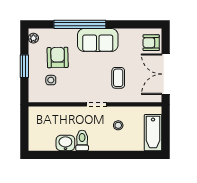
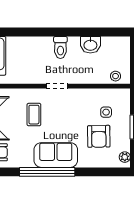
window: (80, 24) -> (47, 172), moved
stool: (118, 125) -> (116, 76), moved
toilet: (82, 140) -> (60, 47), moved

